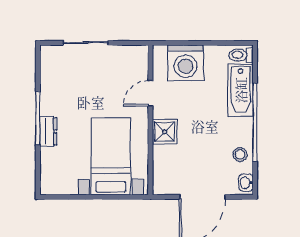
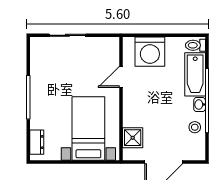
dresser: (48, 131) -> (37, 142), moved
shower: (165, 132) -> (133, 138), moved
washbasin: (246, 183) -> (200, 105), moved

